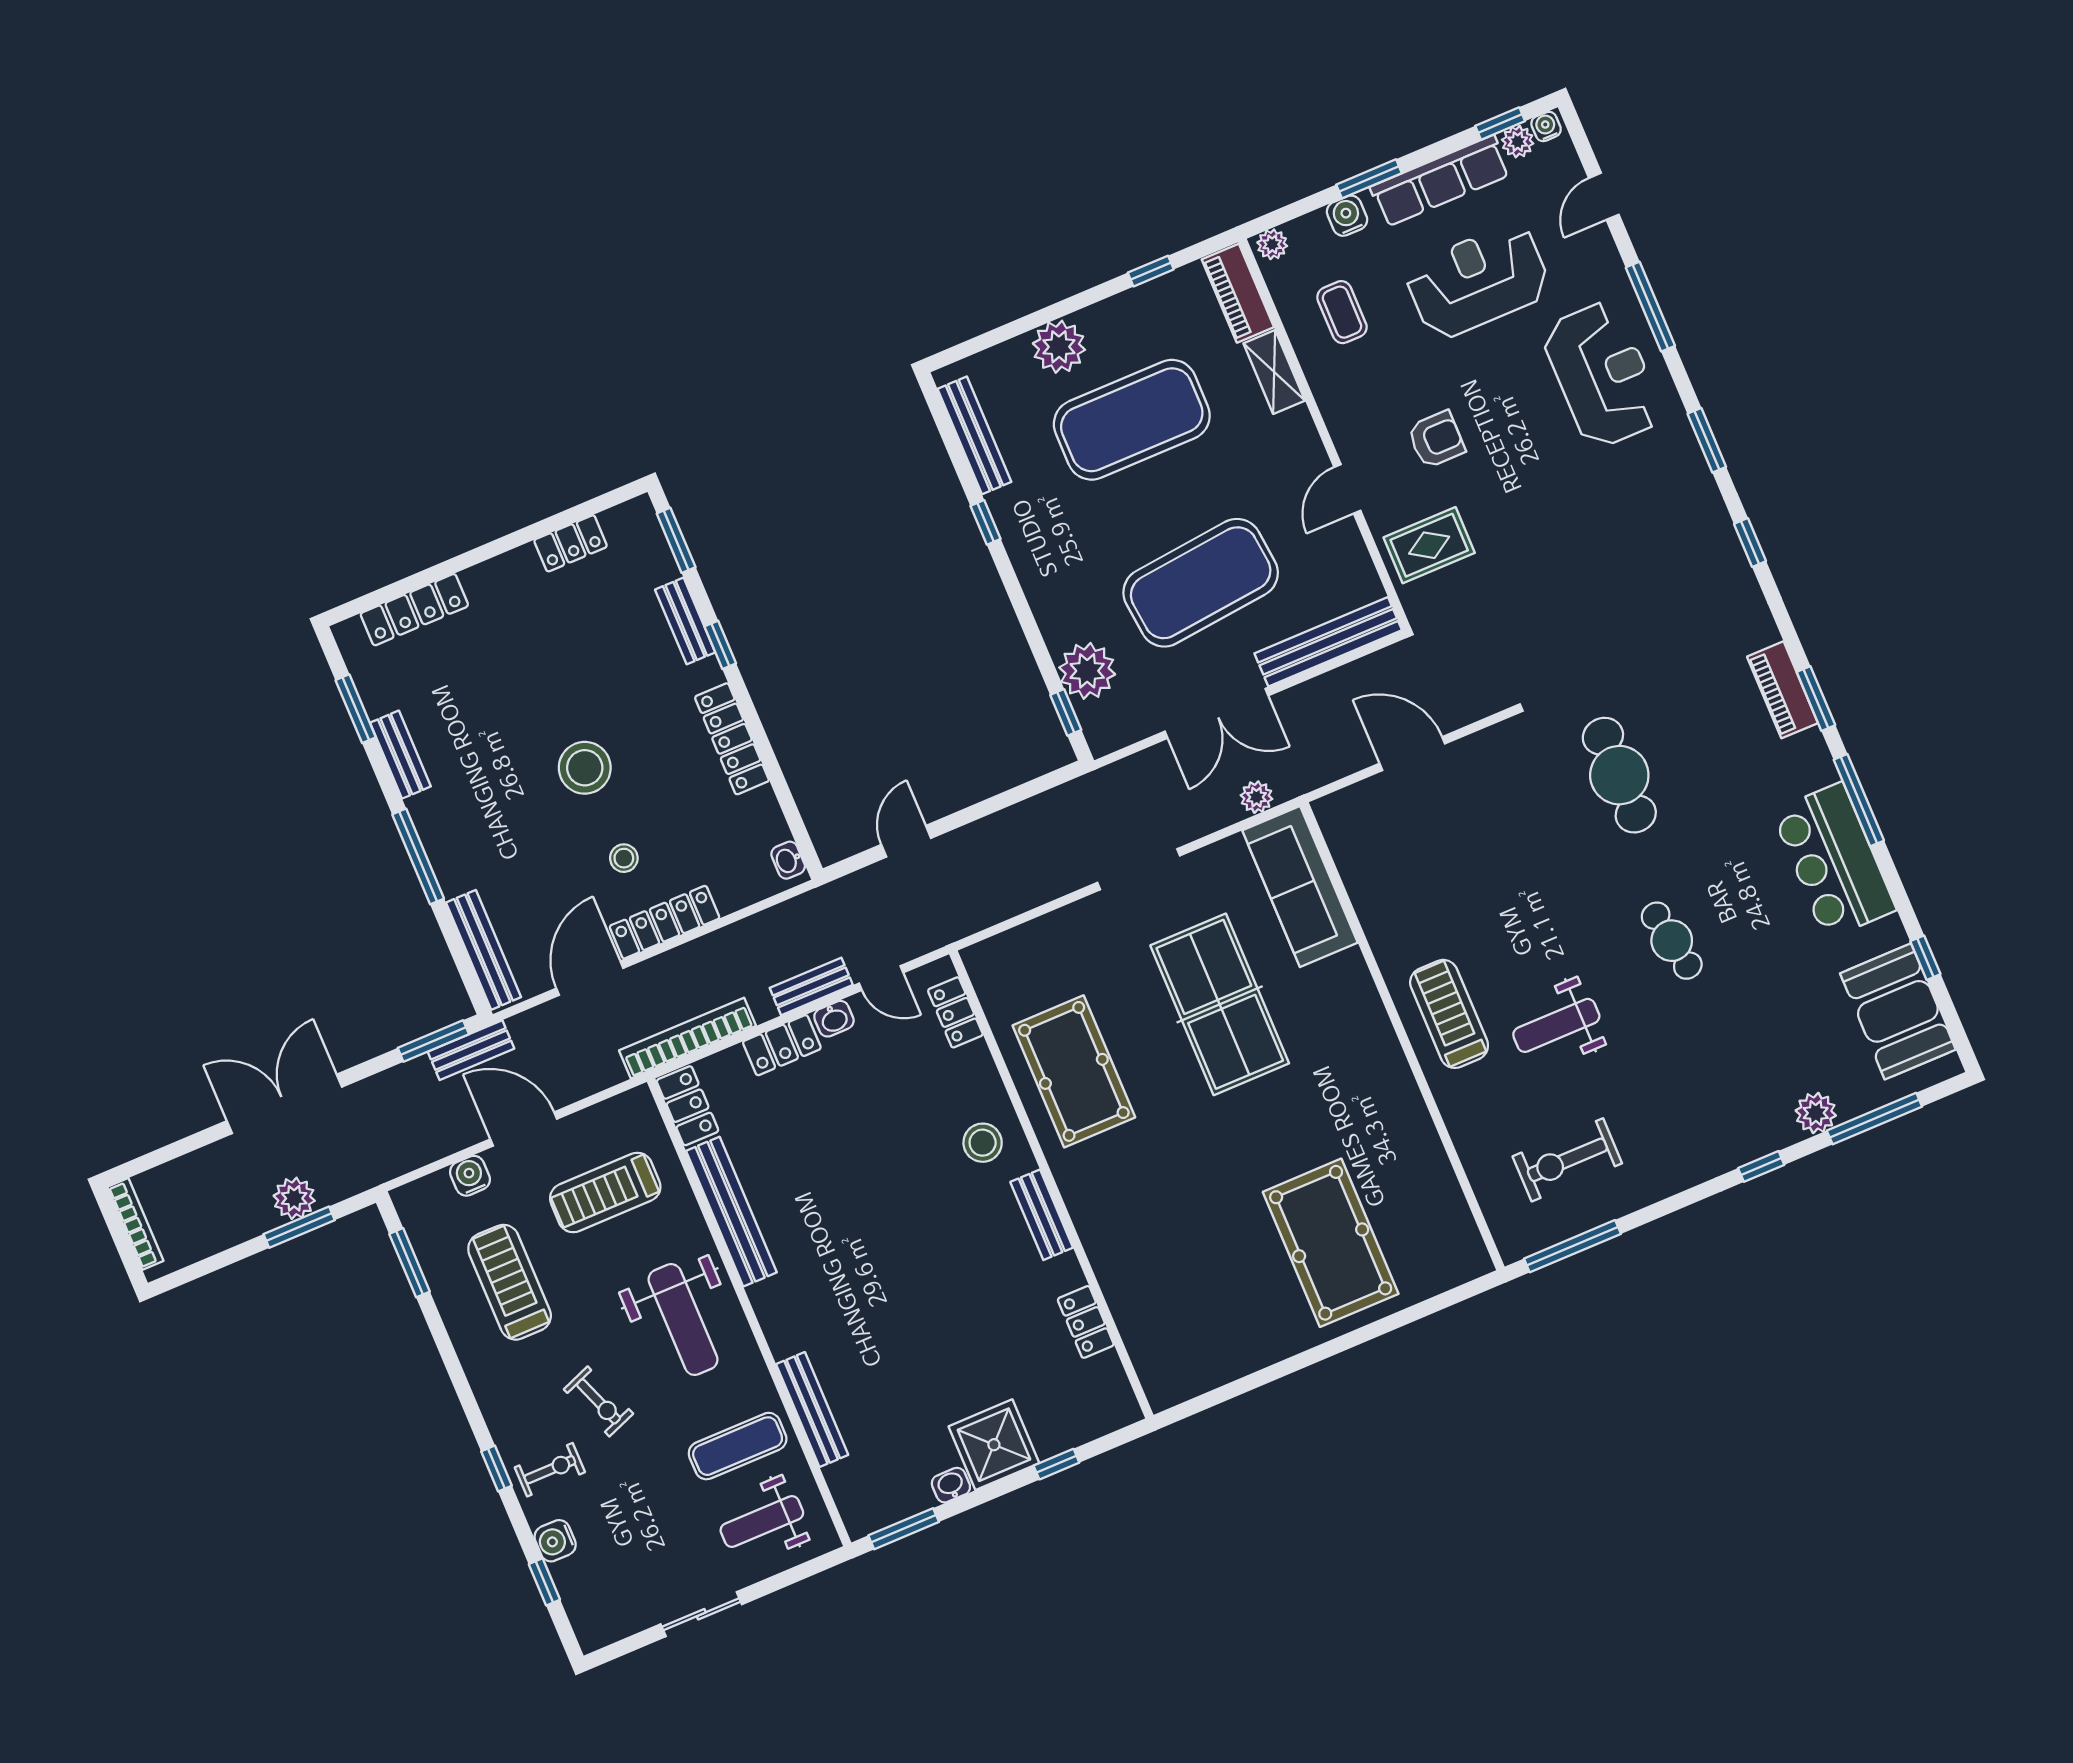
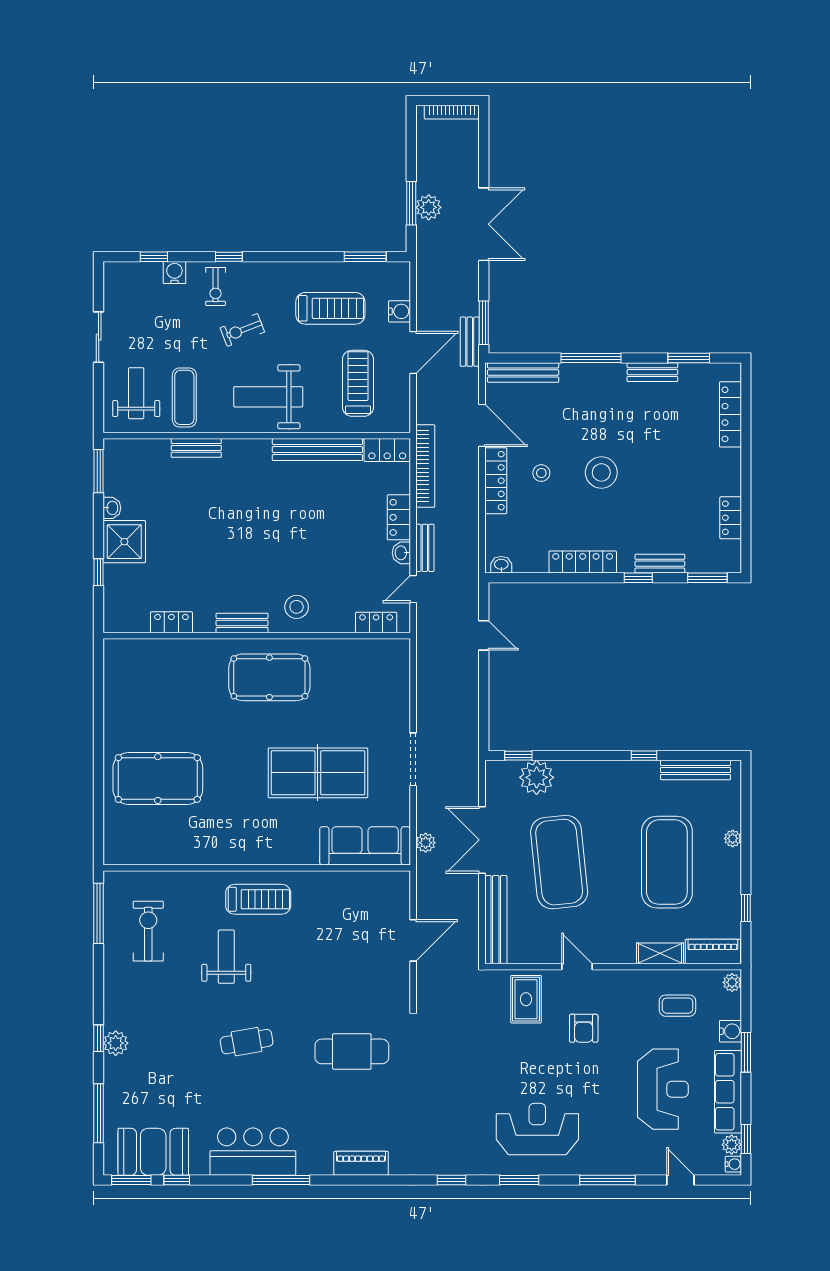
plant: (1059, 347) -> (733, 838), width x0.53, depth x0.53
reception desk: (1602, 374) -> (537, 1129), moved, turned 180
window: (1816, 699) -> (131, 1180), moved
pool table: (1074, 1071) -> (269, 677), moved
plant: (1816, 1113) -> (116, 1043), moved
bench: (812, 1410) -> (196, 448), width x0.73

